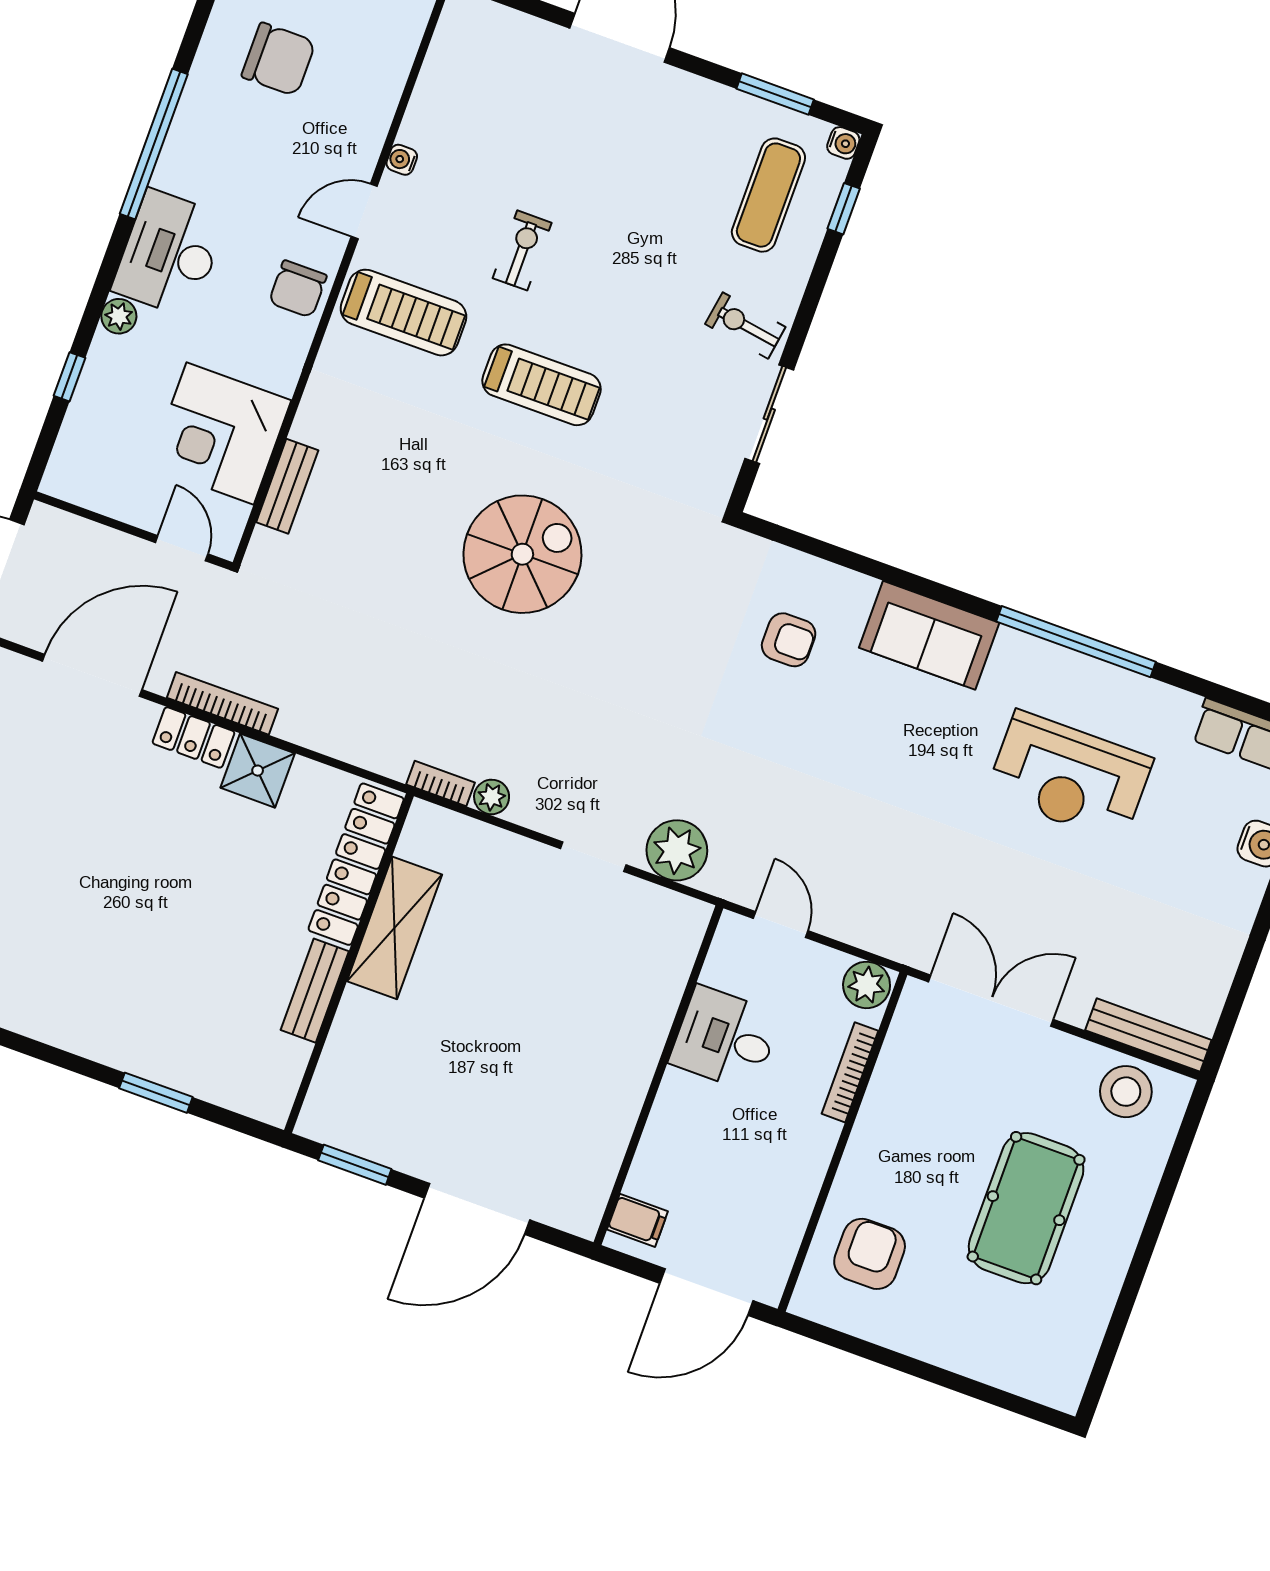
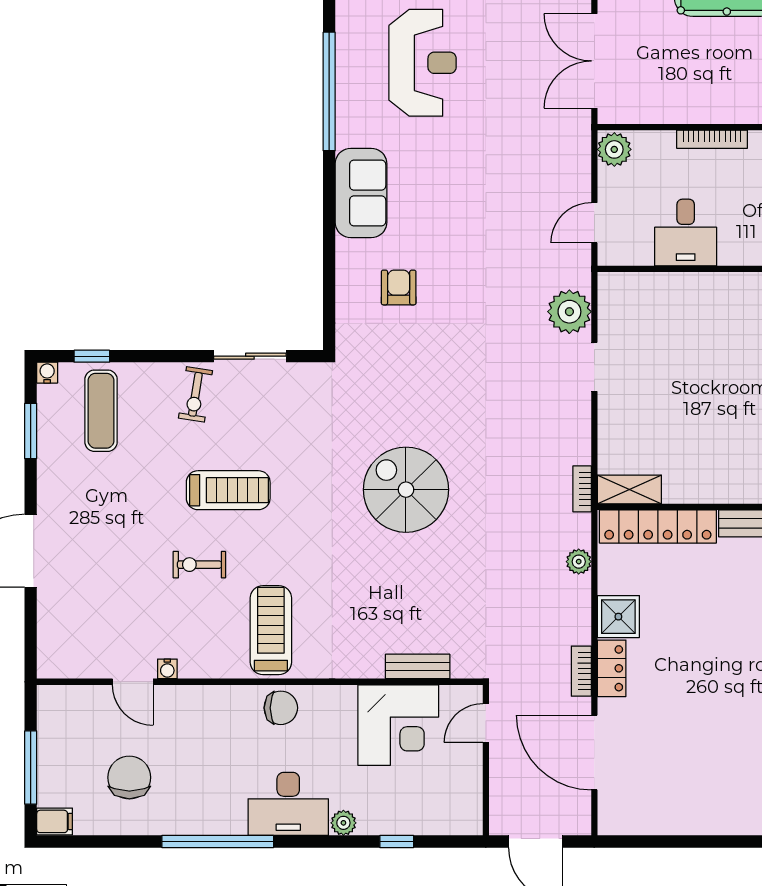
exercise mat: (768, 195) -> (101, 411), turned 90
door: (364, 211) -> (133, 682), moved
treadmill: (542, 385) -> (228, 490), moved, turned 90
bookcase: (222, 703) -> (581, 671), width x0.64
plant: (492, 797) -> (579, 562), moved
shelving: (394, 928) -> (629, 489), moved, width x0.67, depth x0.75
bookcase: (850, 1072) -> (712, 139), moved

